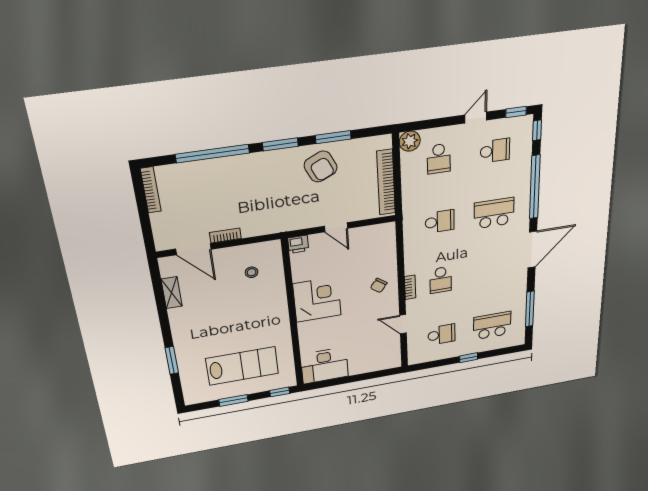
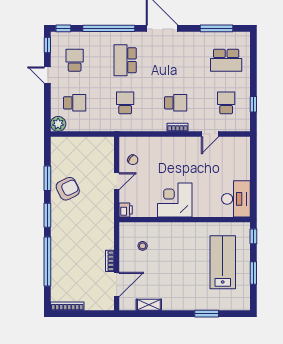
bookcase: (386, 182) -> (87, 142), removed
chair: (379, 285) -> (133, 160), moved
school desk: (492, 326) -> (226, 60), turned -90
window: (469, 358) -> (253, 104), moved

